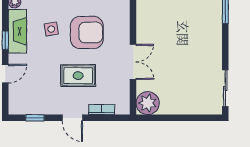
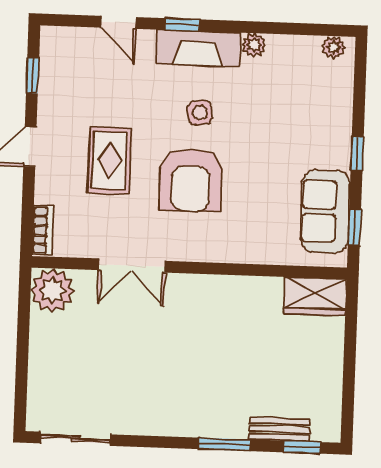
bookcase: (102, 110) -> (42, 230), moved

